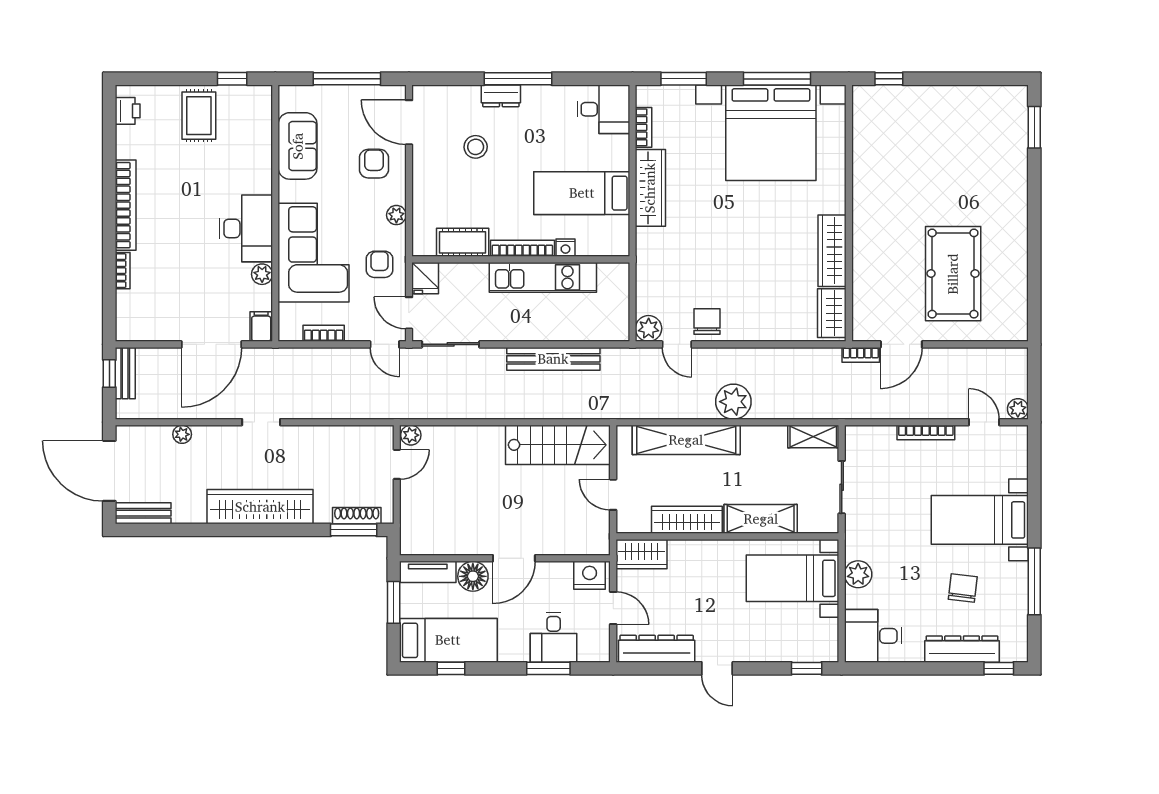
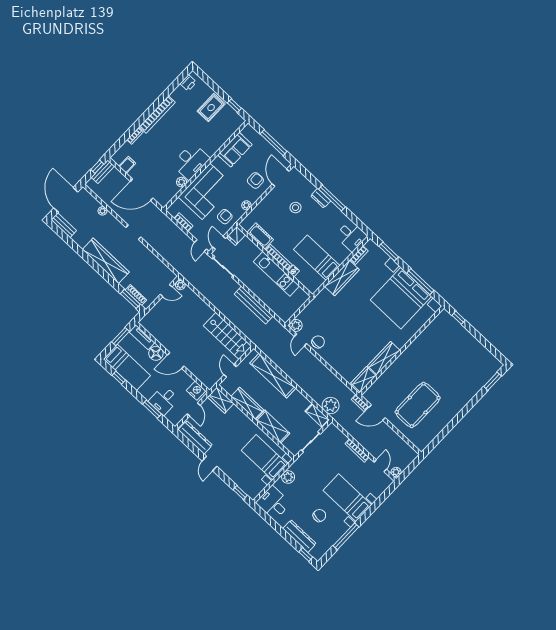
filing cabinet: (261, 327) -> (127, 165), moved
plant: (733, 402) -> (331, 406), moved

